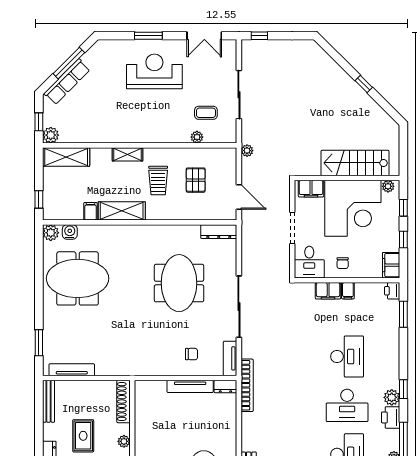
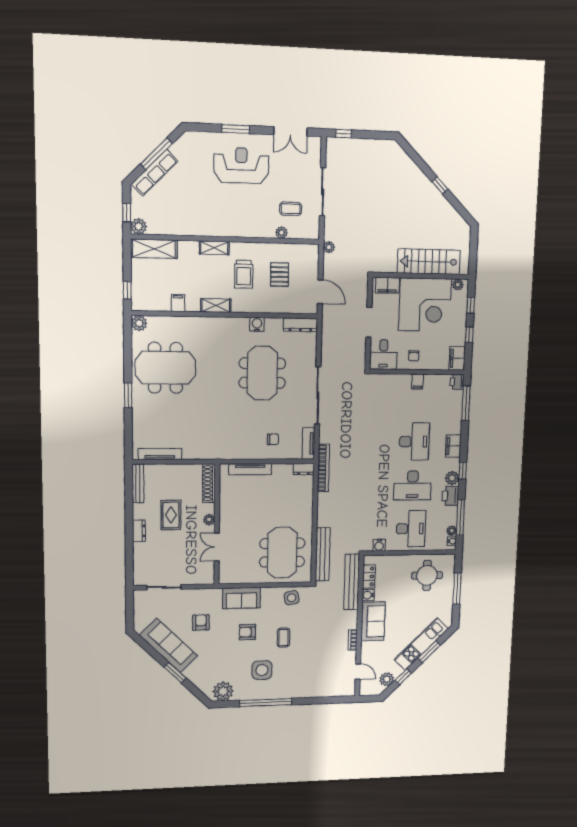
shelving: (122, 211) -> (216, 306), width x0.67, depth x0.75
water cooler: (70, 232) -> (257, 324), moved
filing cabinet: (328, 291) -> (453, 446), moved, turned 90
window: (403, 314) -> (466, 403), width x1.44
window: (39, 343) -> (128, 395), moved
tv unit: (190, 386) -> (250, 469), moved

